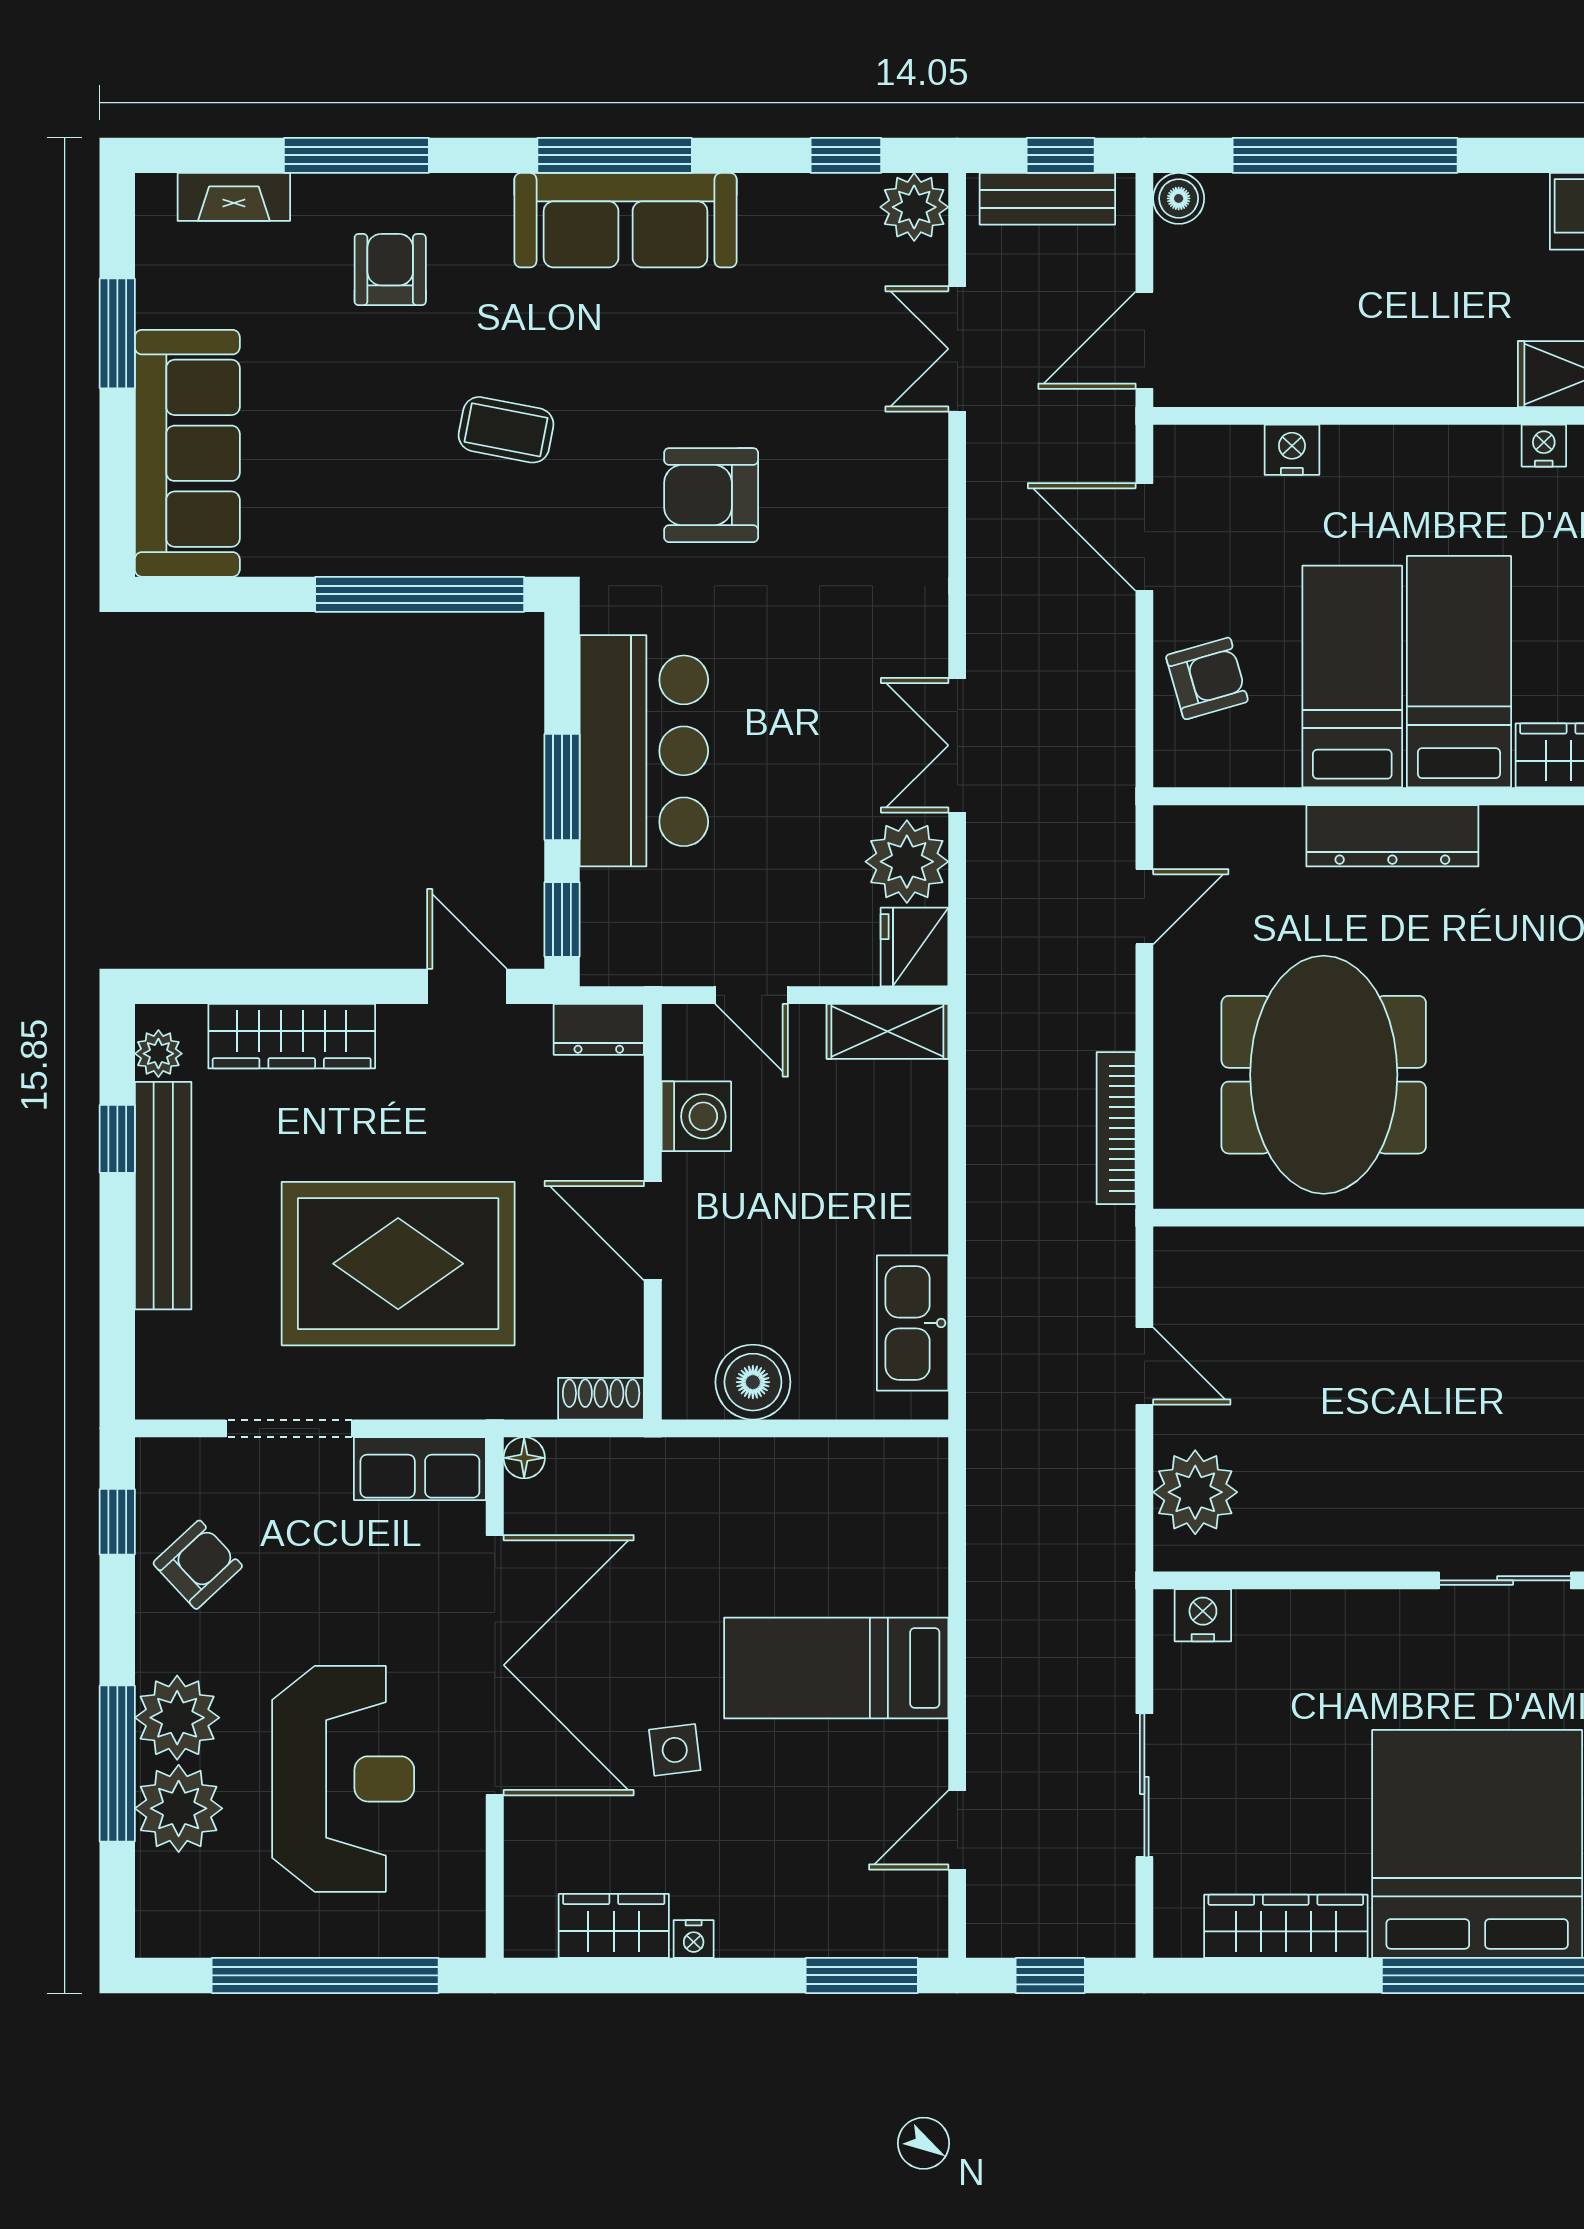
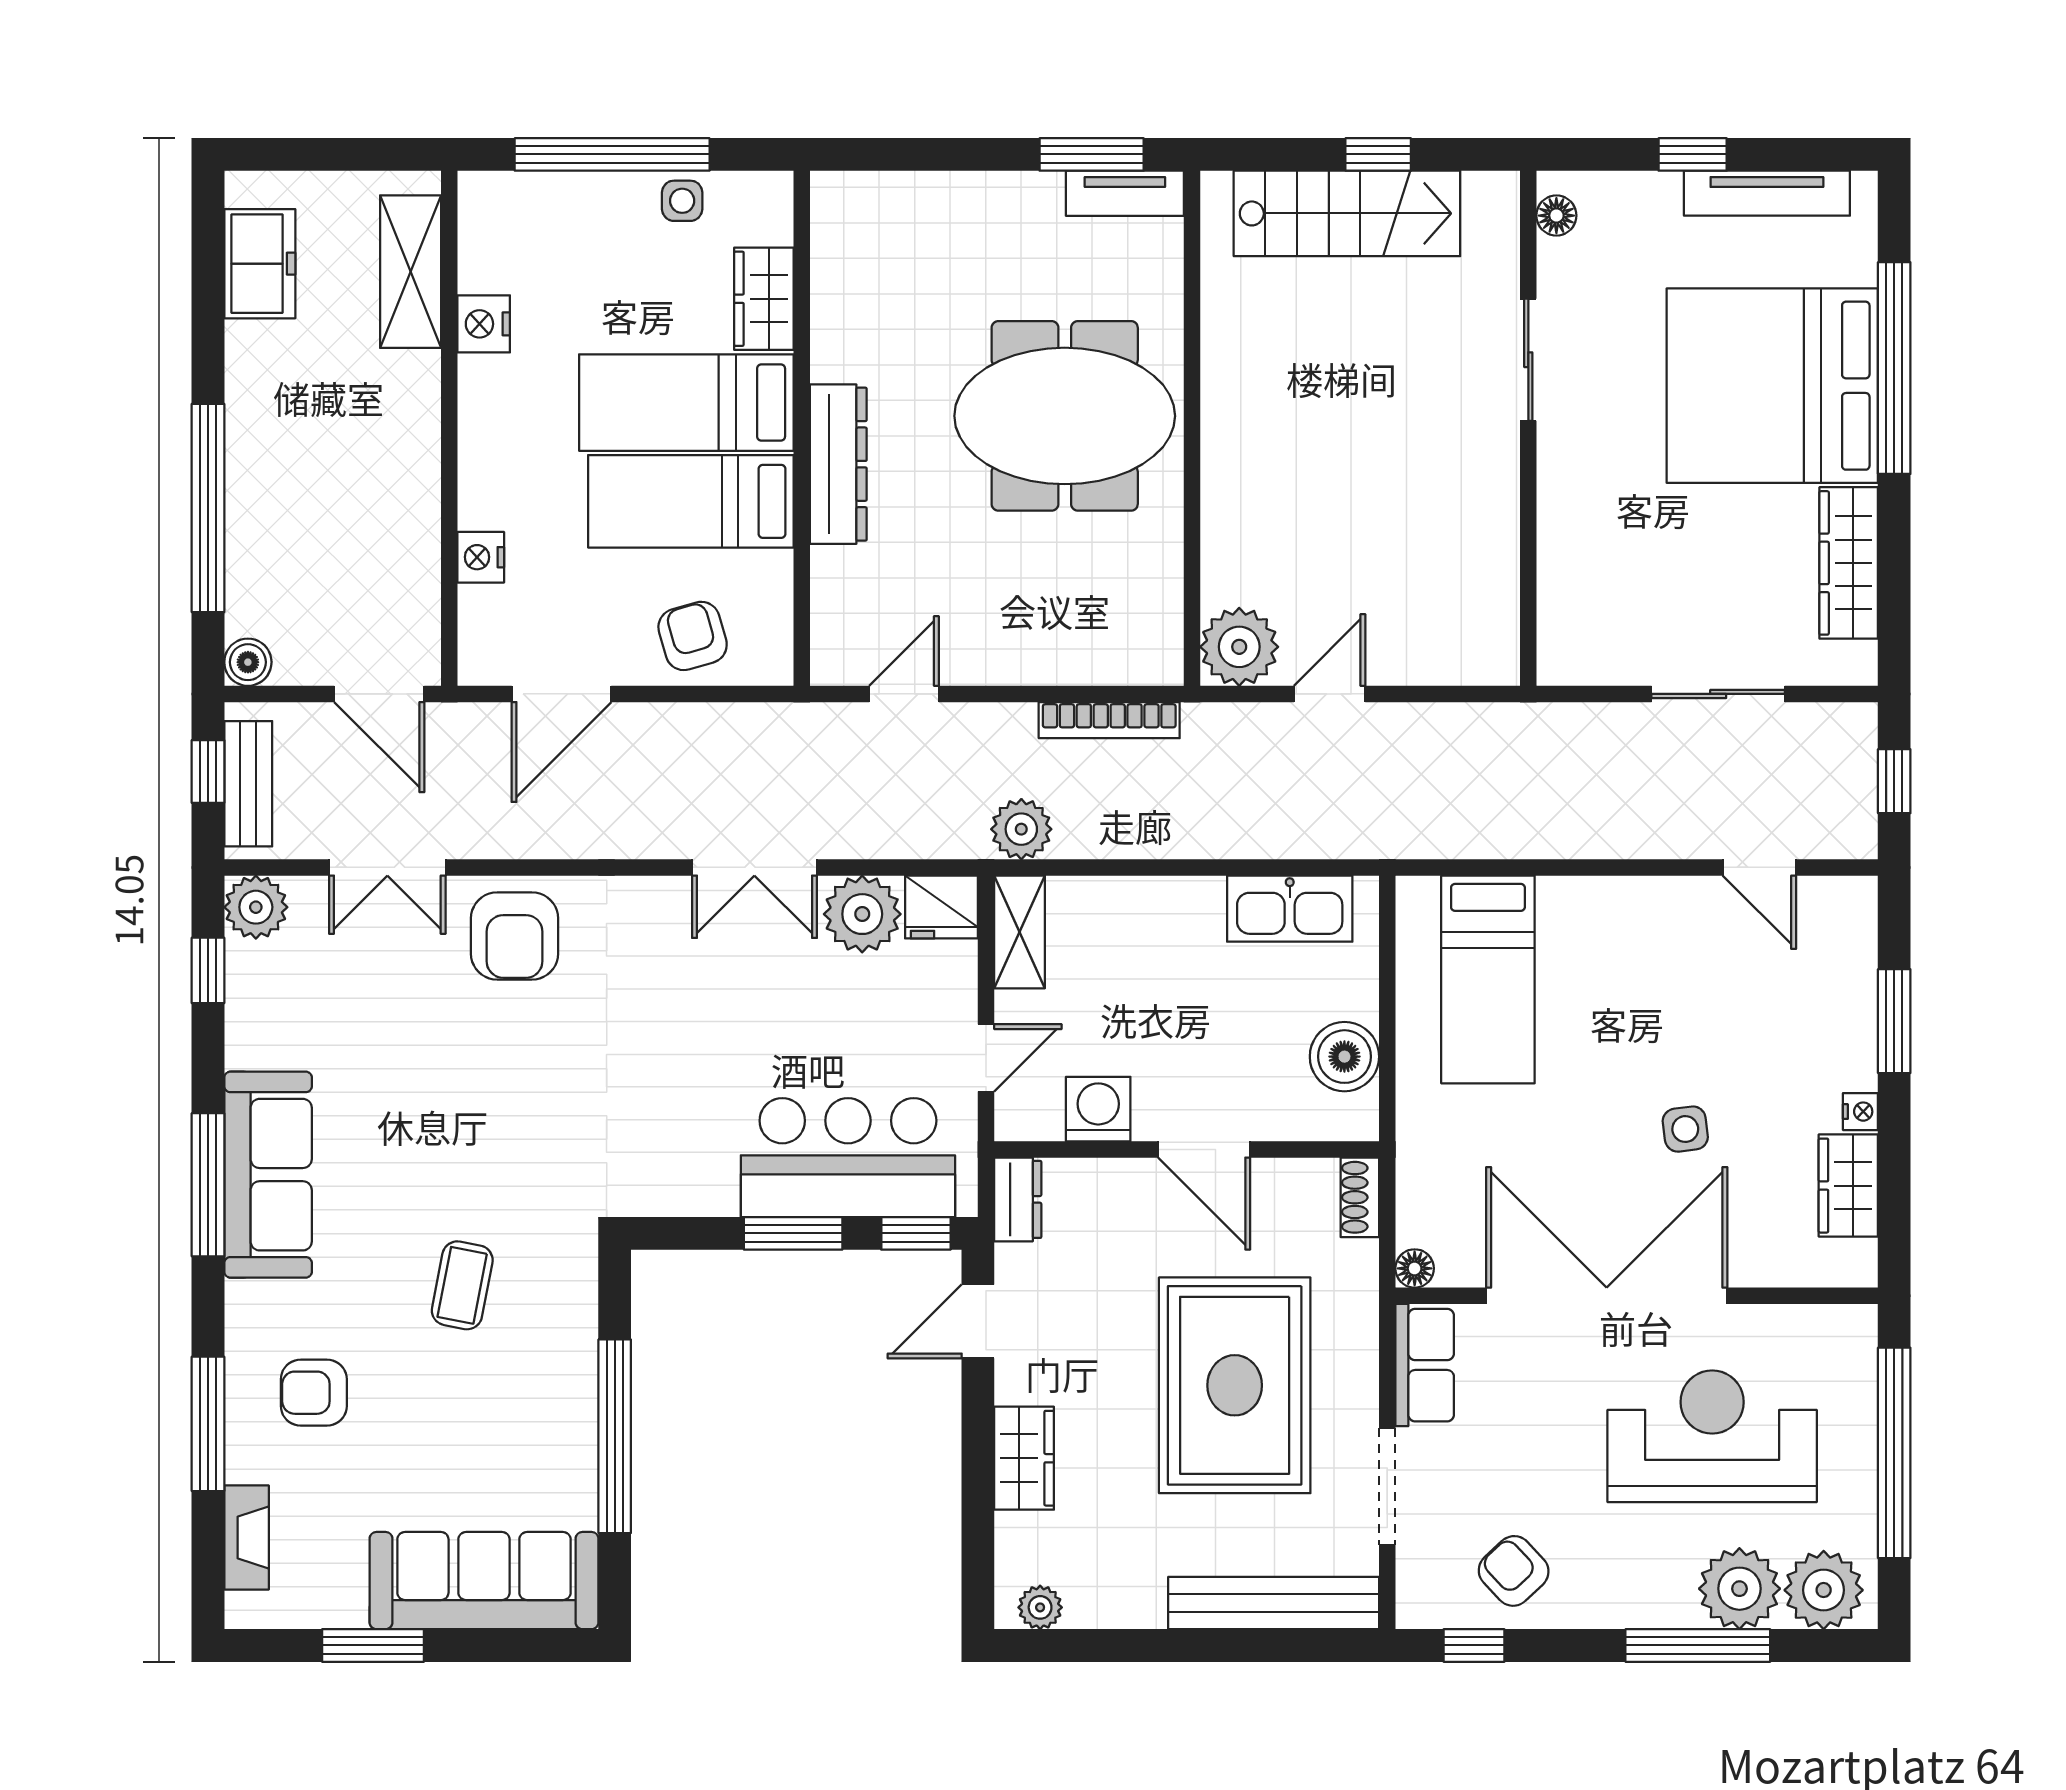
nightstand: (1544, 446) -> (484, 324), width x1.39, depth x1.35
armchair: (711, 495) -> (515, 936), moved
window: (420, 594) -> (615, 1436), moved
bar counter: (644, 751) -> (848, 1158), moved
door: (1144, 907) -> (904, 694), hinge flipped
plant: (998, 1033) -> (1021, 829), added
wardrobe: (292, 1036) -> (1024, 1458), width x0.67
meeting table: (1324, 1075) -> (1065, 416), moved
window: (117, 1139) -> (1119, 1645), removed
bench: (163, 1196) -> (1274, 1603), moved
door: (653, 1231) -> (1204, 1149), hinge flipped
plant: (1195, 1492) -> (1239, 647), moved
nightstand: (1203, 1615) -> (1561, 640), removed
bed: (836, 1668) -> (1488, 979), moved
plant: (177, 1718) -> (1824, 1590), moved
window: (862, 1975) -> (1894, 1021), moved

